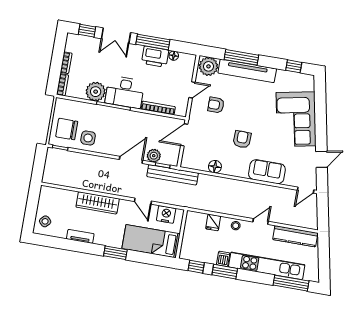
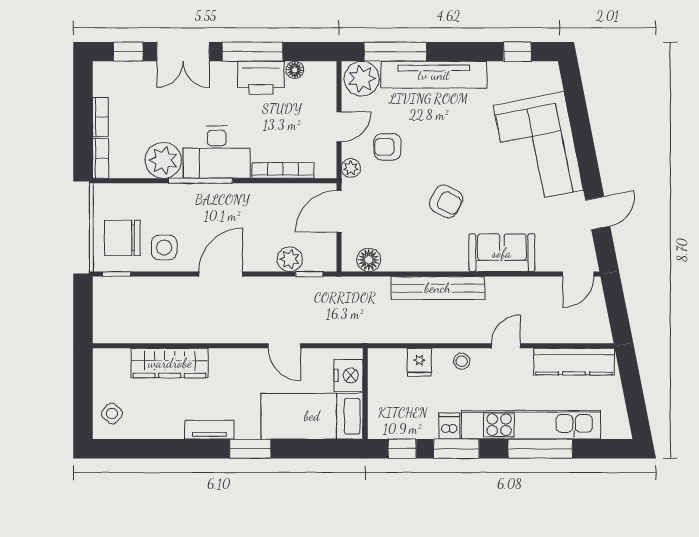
window: (241, 57) -> (395, 52), moved
plant: (194, 113) -> (351, 168), added
armchair: (242, 139) -> (446, 201), turned 116
door: (131, 160) -> (221, 274), moved
floor lamp: (215, 167) -> (369, 260), moved
bench: (173, 175) -> (438, 288), moved
wardrobe: (98, 203) -> (170, 363), moved
nightstand: (166, 214) -> (348, 375), moved, turned 90
tv unit: (80, 236) -> (209, 430), moved
window: (291, 283) -> (540, 449), moved

